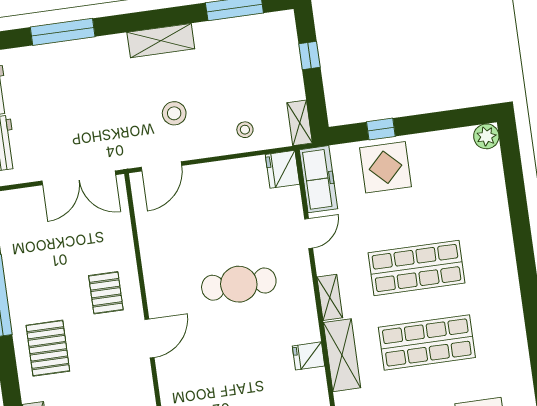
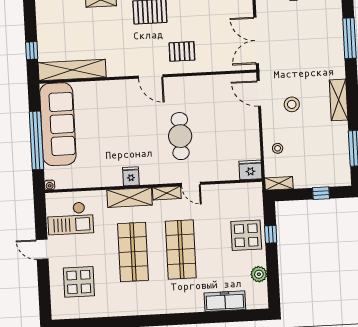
plant: (486, 136) -> (259, 274), moved
freezer: (318, 179) -> (225, 301), moved, turned 180
door: (309, 234) -> (191, 184), moved

